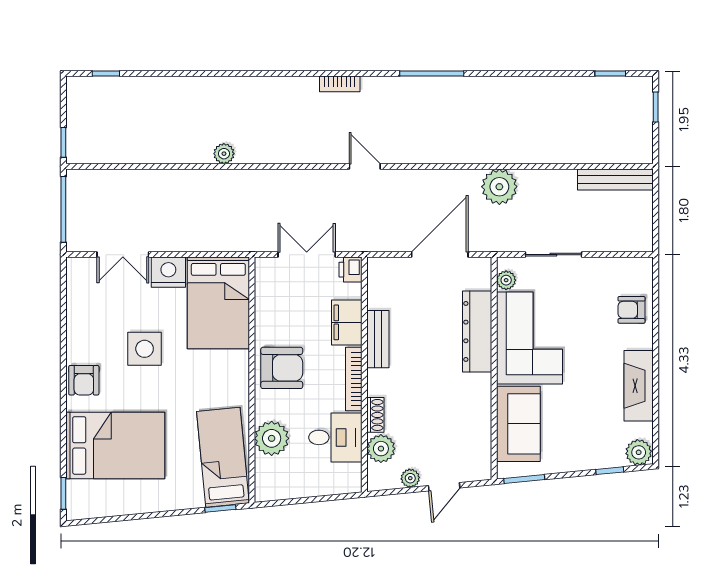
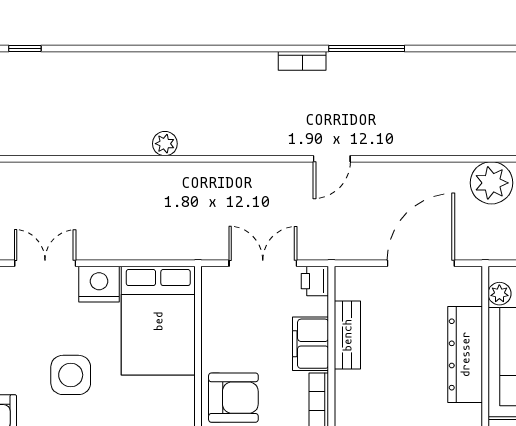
window: (432, 73) -> (367, 48), moved
door: (365, 166) -> (332, 159), swing flipped
double door: (123, 255) -> (45, 263), swing flipped
bench: (378, 339) -> (347, 335), moved

